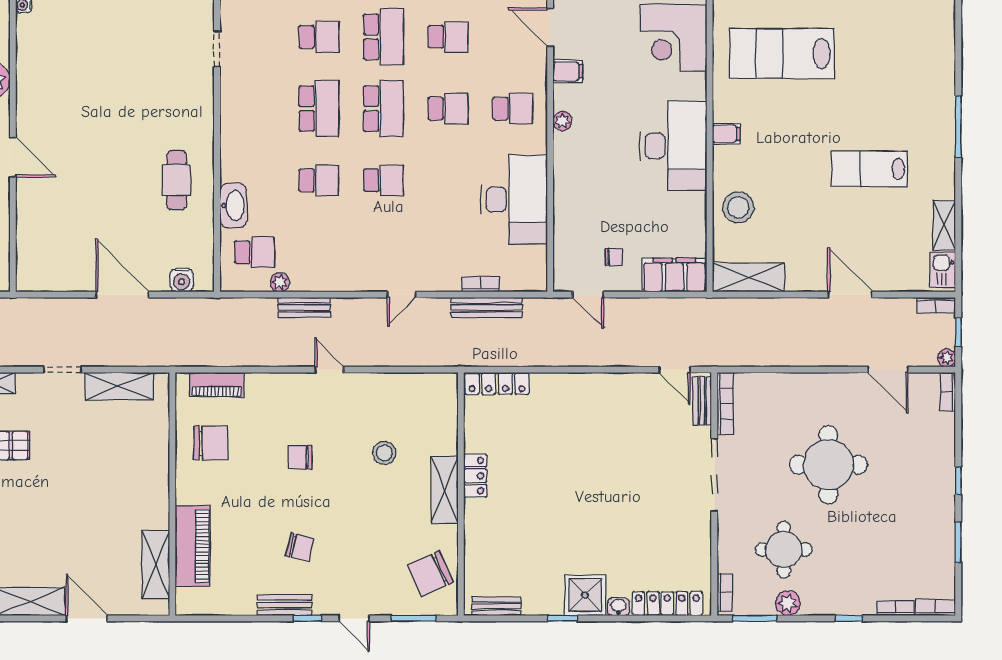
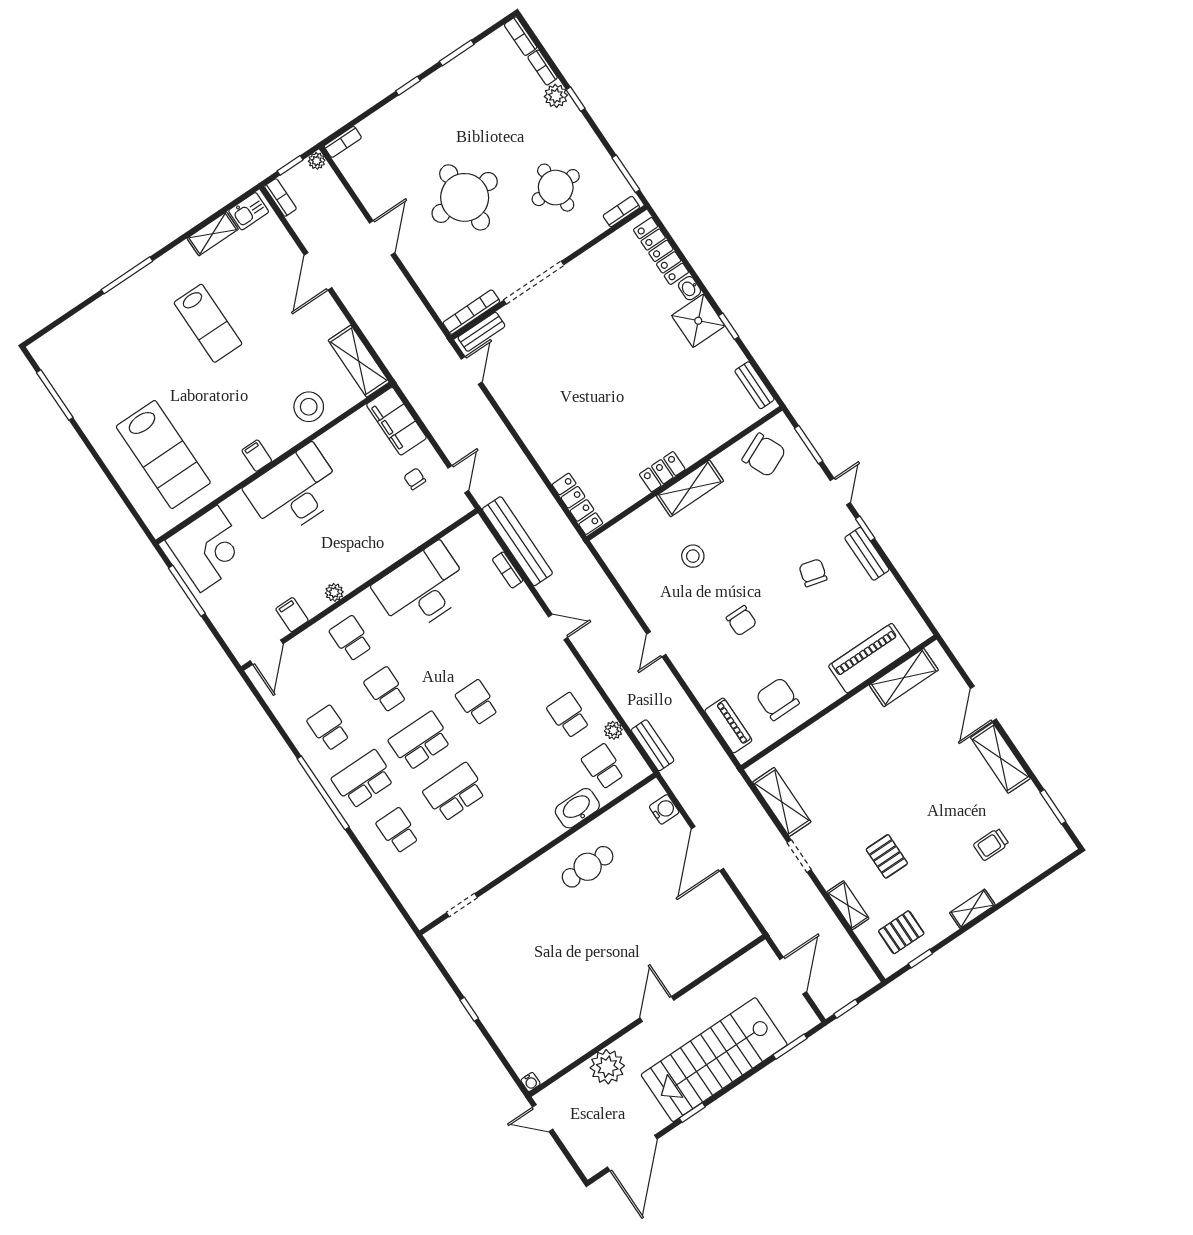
school desk: (319, 180) -> (569, 715), moved
bench: (304, 307) -> (653, 745), moved
bench: (487, 307) -> (517, 541), width x1.37, depth x1.21
door: (888, 370) -> (382, 238), moved
plant: (788, 603) -> (556, 96), moved

